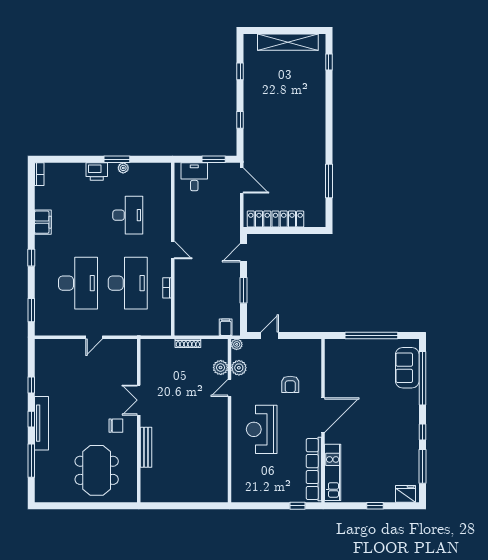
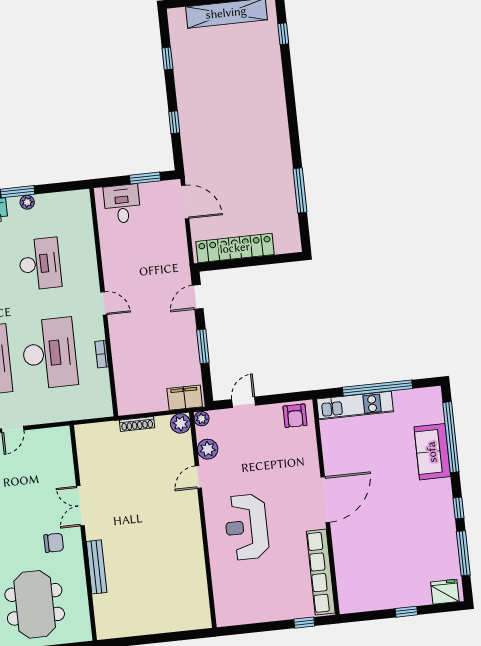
filing cabinet: (226, 327) -> (185, 398), width x2.00
plant: (221, 368) -> (180, 423), moved
sofa: (407, 368) -> (432, 452), moved
armchair: (290, 384) -> (295, 416), moved
kitchen unit: (333, 472) -> (355, 405), moved, turned 90

